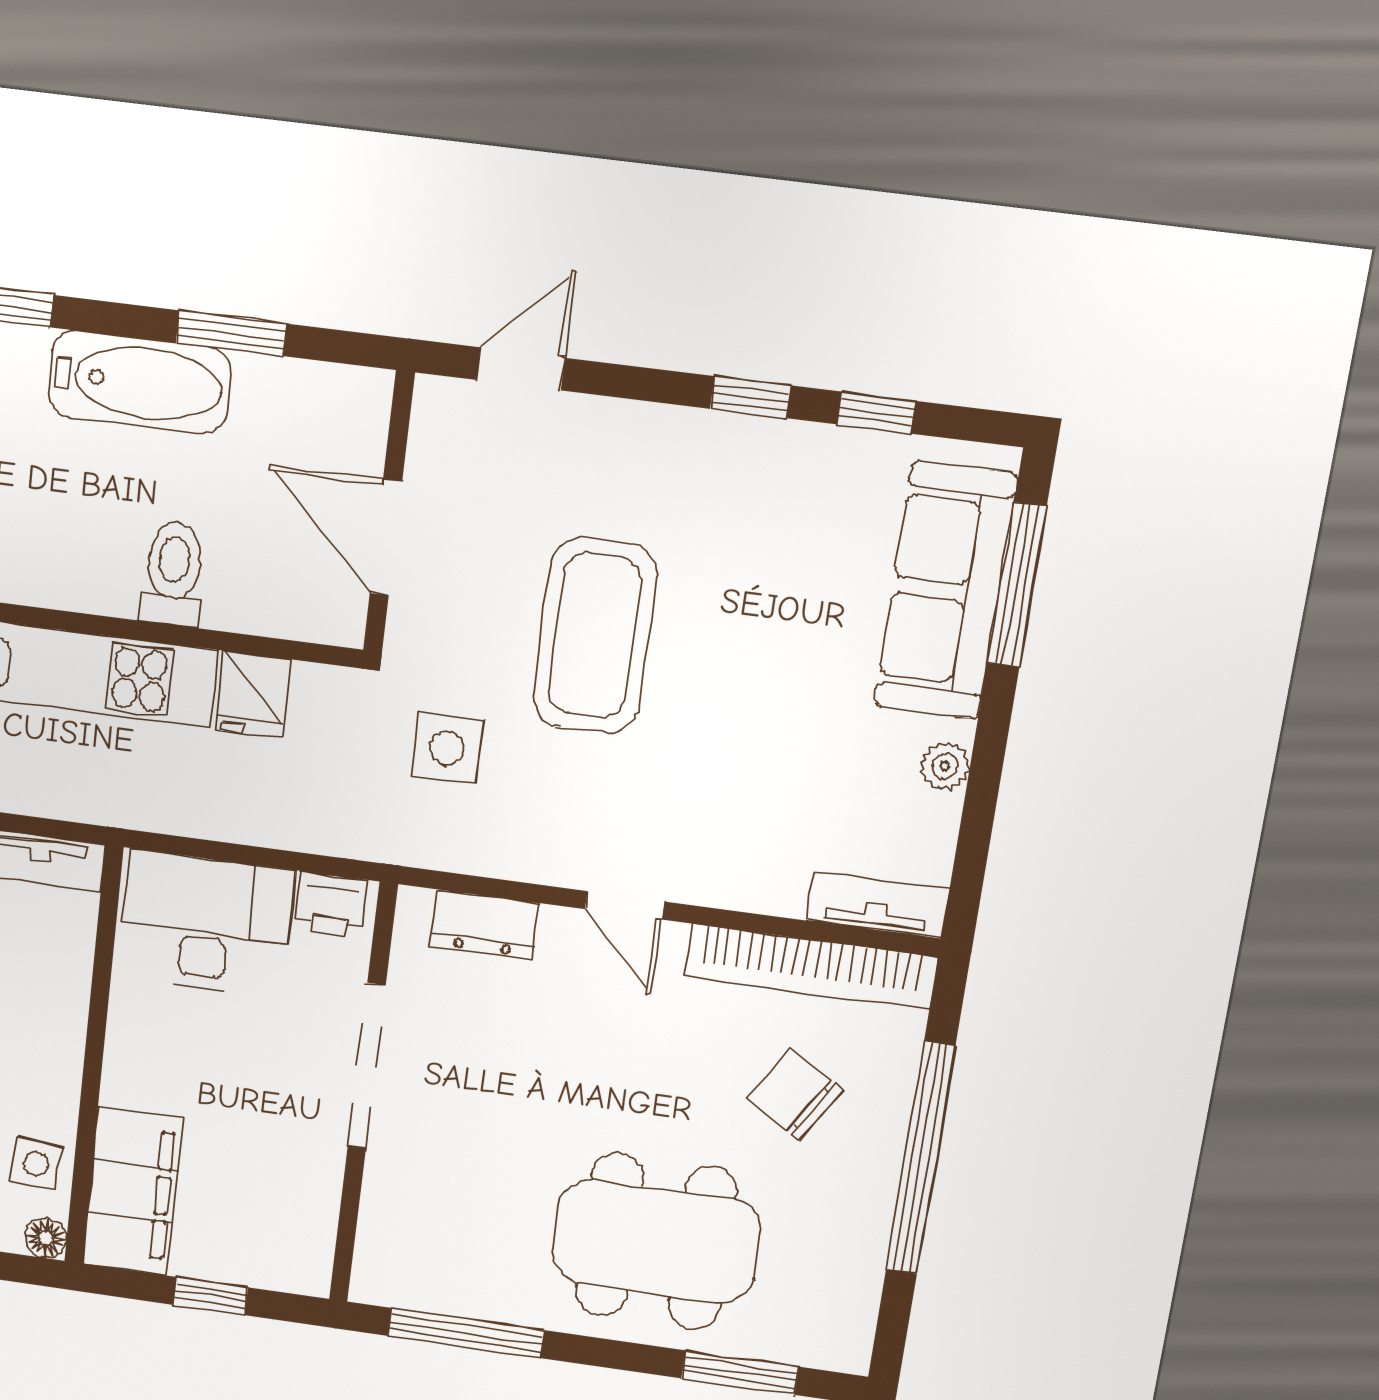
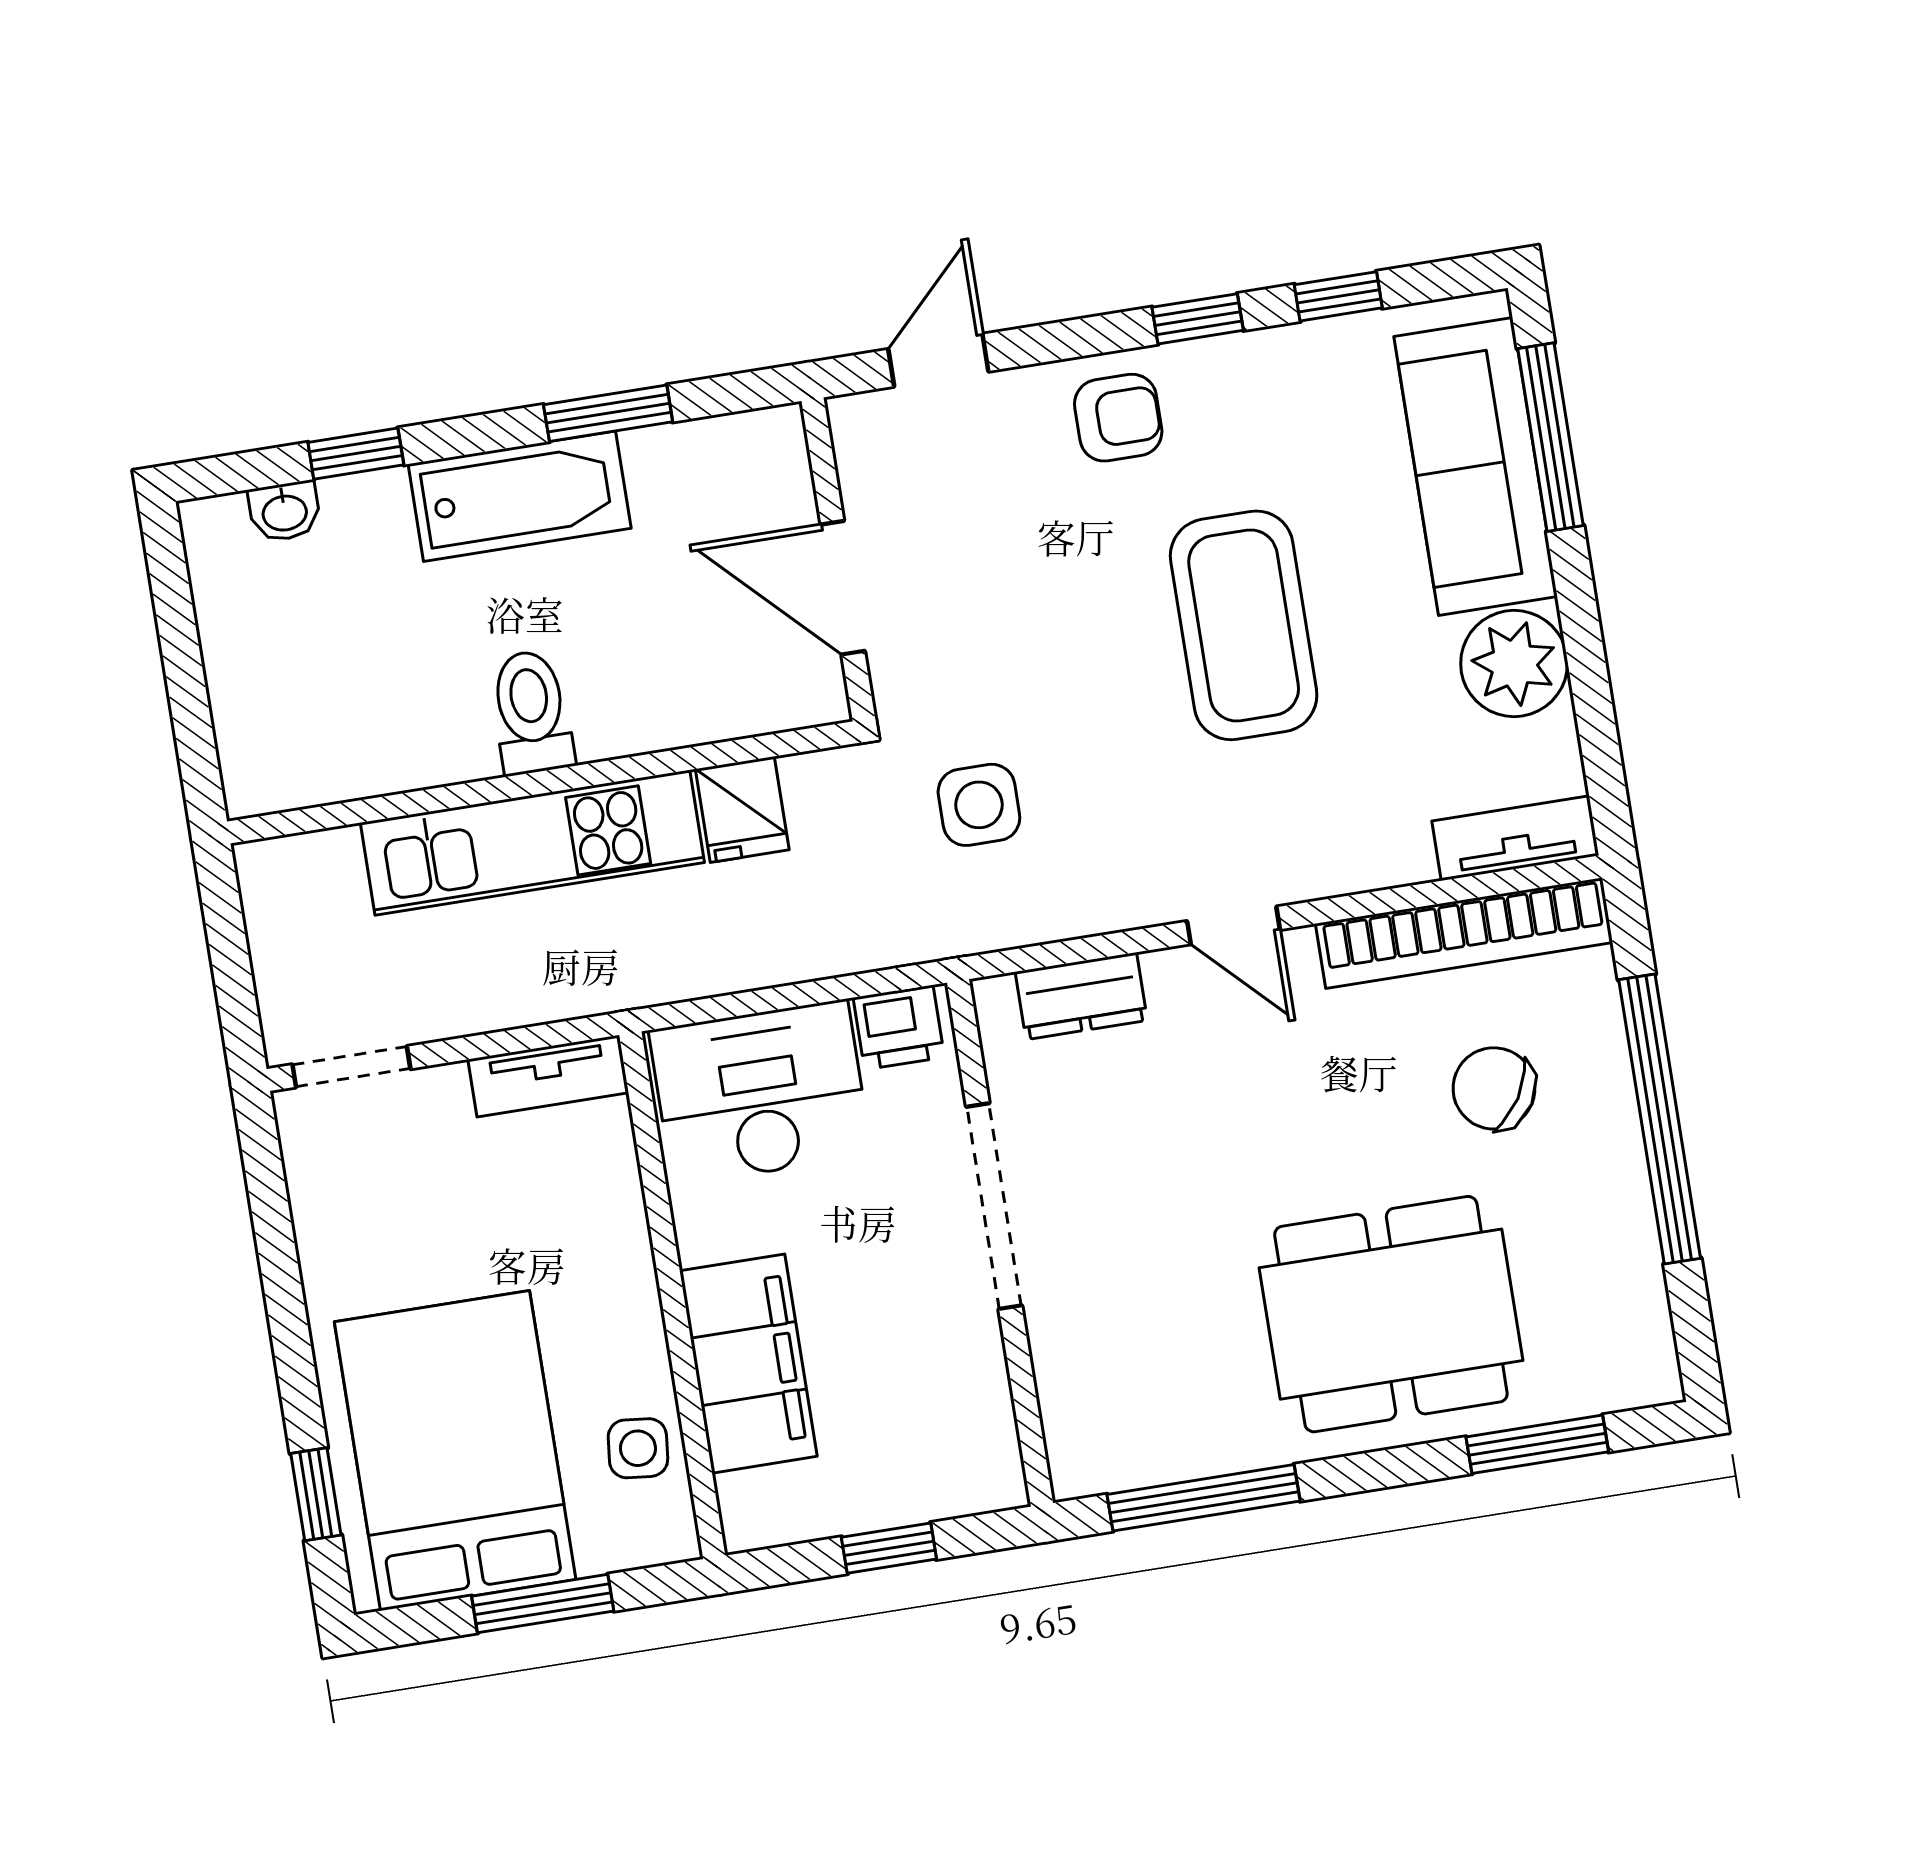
armchair: (657, 462) -> (1118, 418), added
toilet: (173, 574) -> (531, 712), moved
coffee table: (595, 636) -> (1244, 625), moved
plant: (945, 766) -> (1514, 663), width x1.88, depth x1.88
filing cabinet: (133, 1191) -> (748, 1364), moved
floor lamp: (46, 1238) -> (673, 1537), removed

